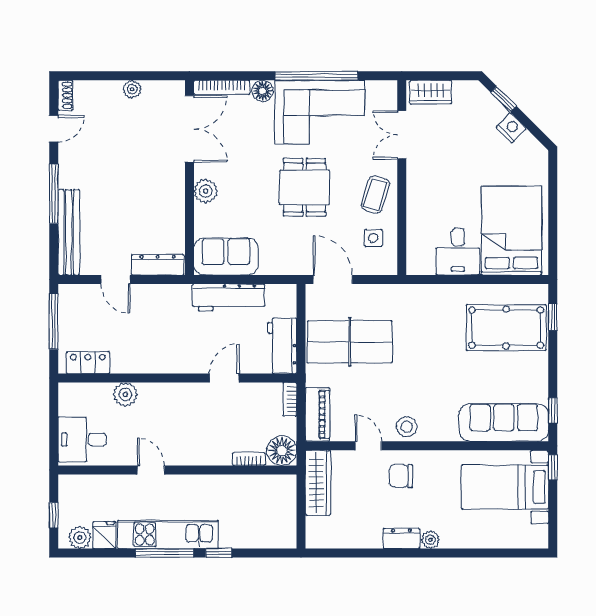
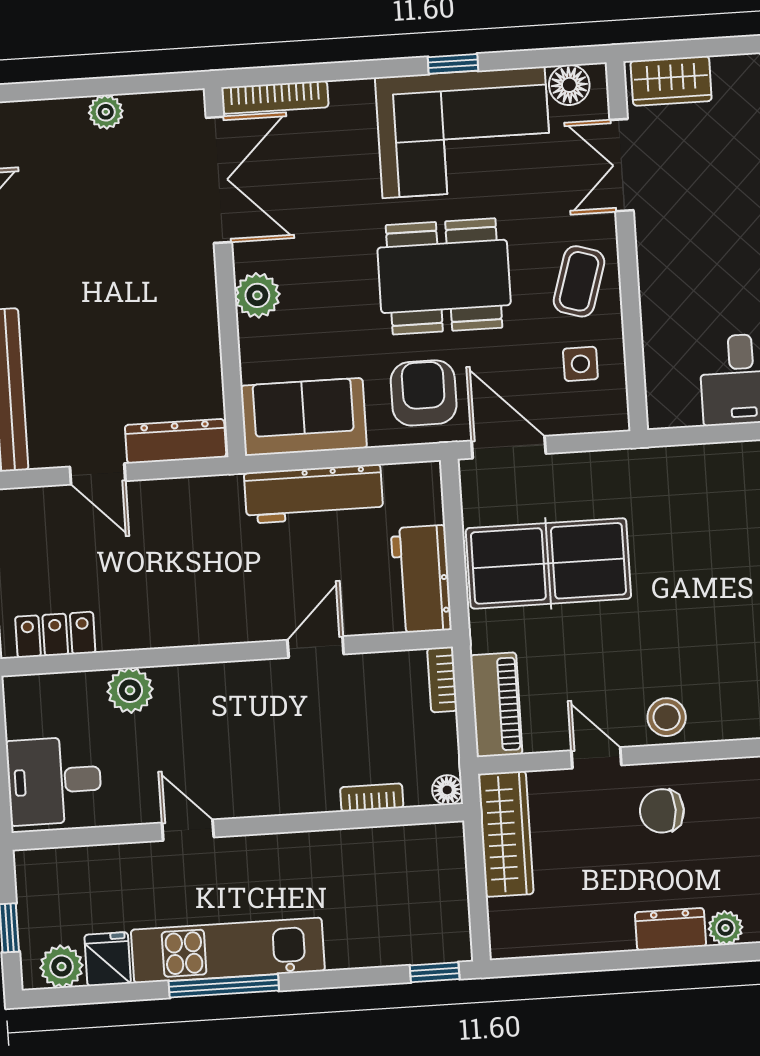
window: (317, 76) -> (453, 64), width x0.32
floor lamp: (263, 91) -> (569, 85), moved
dining table: (305, 187) -> (444, 276), width x1.38
armchair: (290, 248) -> (424, 393), added
floor lamp: (282, 451) -> (447, 790), width x0.53, depth x0.53
window: (219, 553) -> (435, 972), moved

